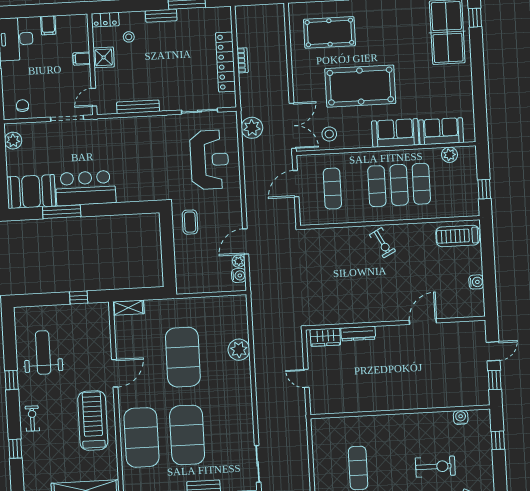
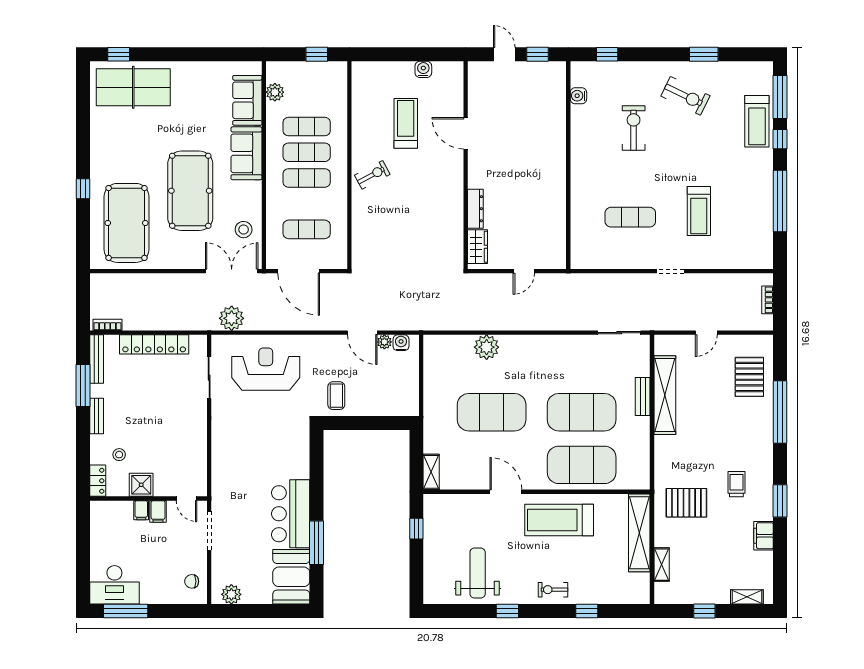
filing cabinet: (48, 25) -> (158, 512), moved, turned 90
pool table: (329, 32) -> (127, 223), width x1.36, depth x1.32
bookcase: (243, 60) -> (107, 325), moved
bench: (138, 107) -> (97, 359), moved
door: (296, 184) -> (299, 271), width x1.36
coffee table: (190, 222) -> (336, 396), turned 90
treadmill: (458, 236) -> (406, 123), moved, turned 180
weight bench: (43, 352) -> (478, 573), turned 90

